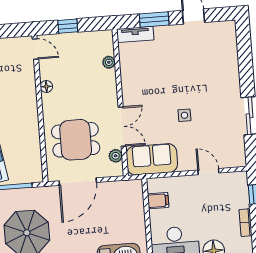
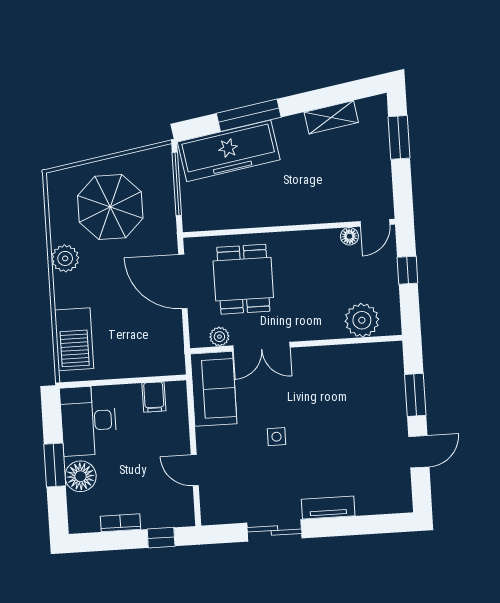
tv unit: (135, 34) -> (328, 508), moved, turned 90
plant: (109, 62) -> (362, 320), width x1.88, depth x1.88
floor lamp: (46, 86) -> (349, 236), moved
door: (208, 172) -> (195, 470), swing flipped

